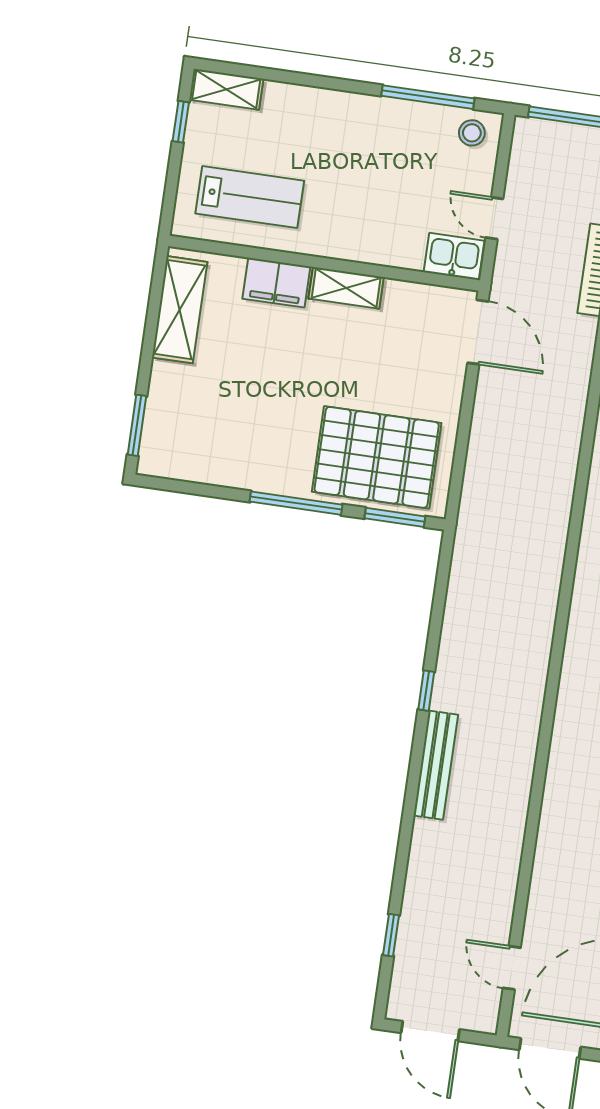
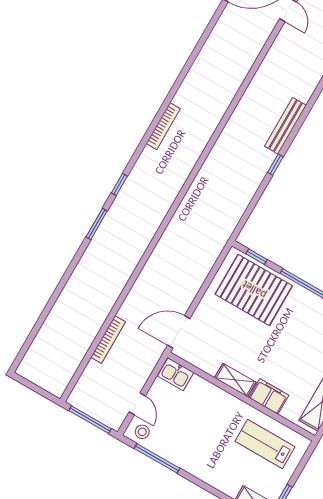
door: (494, 218) -> (137, 404), moved
door: (478, 332) -> (179, 332), hinge flipped
window: (395, 517) -> (257, 257), width x0.67

